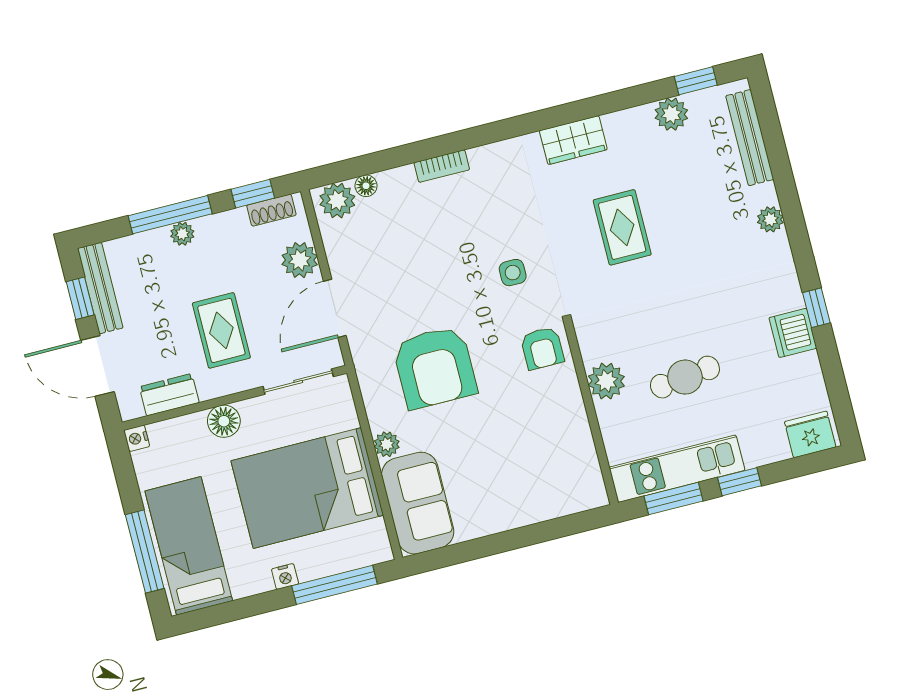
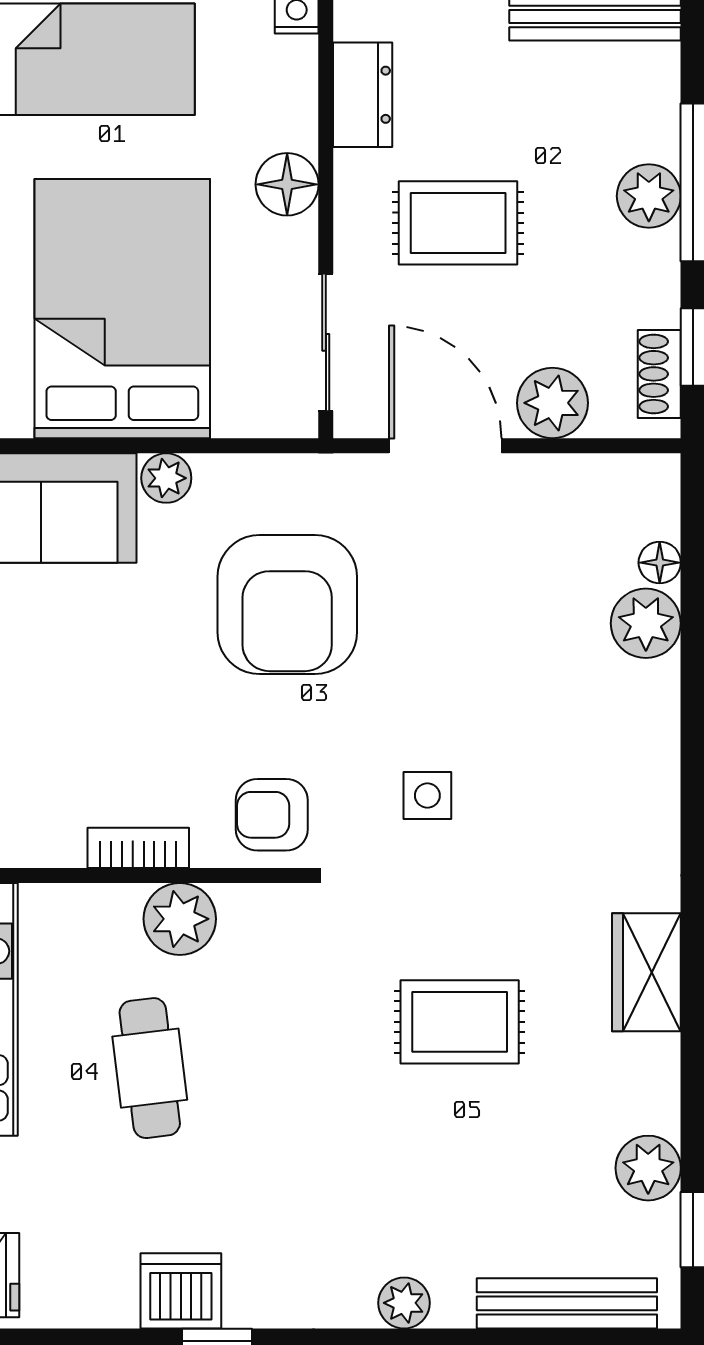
bookcase: (442, 166) -> (138, 848), moved, turned 90
plant: (337, 201) -> (646, 623), moved
plant: (182, 234) -> (649, 196), width x1.38, depth x1.38
armchair: (435, 367) -> (287, 604), turned -90

